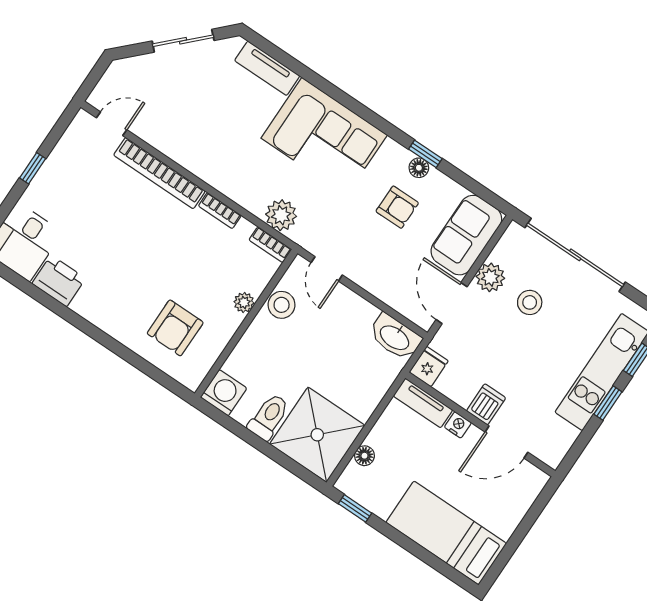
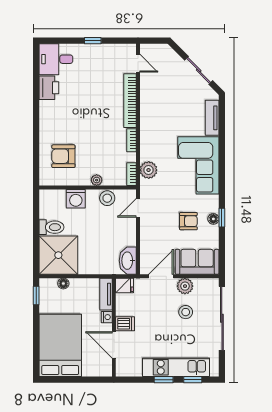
armchair: (397, 207) -> (188, 221), turned -90
washing machine: (224, 393) -> (76, 199), moved, turned 90
bed: (446, 533) -> (60, 345), width x1.50

